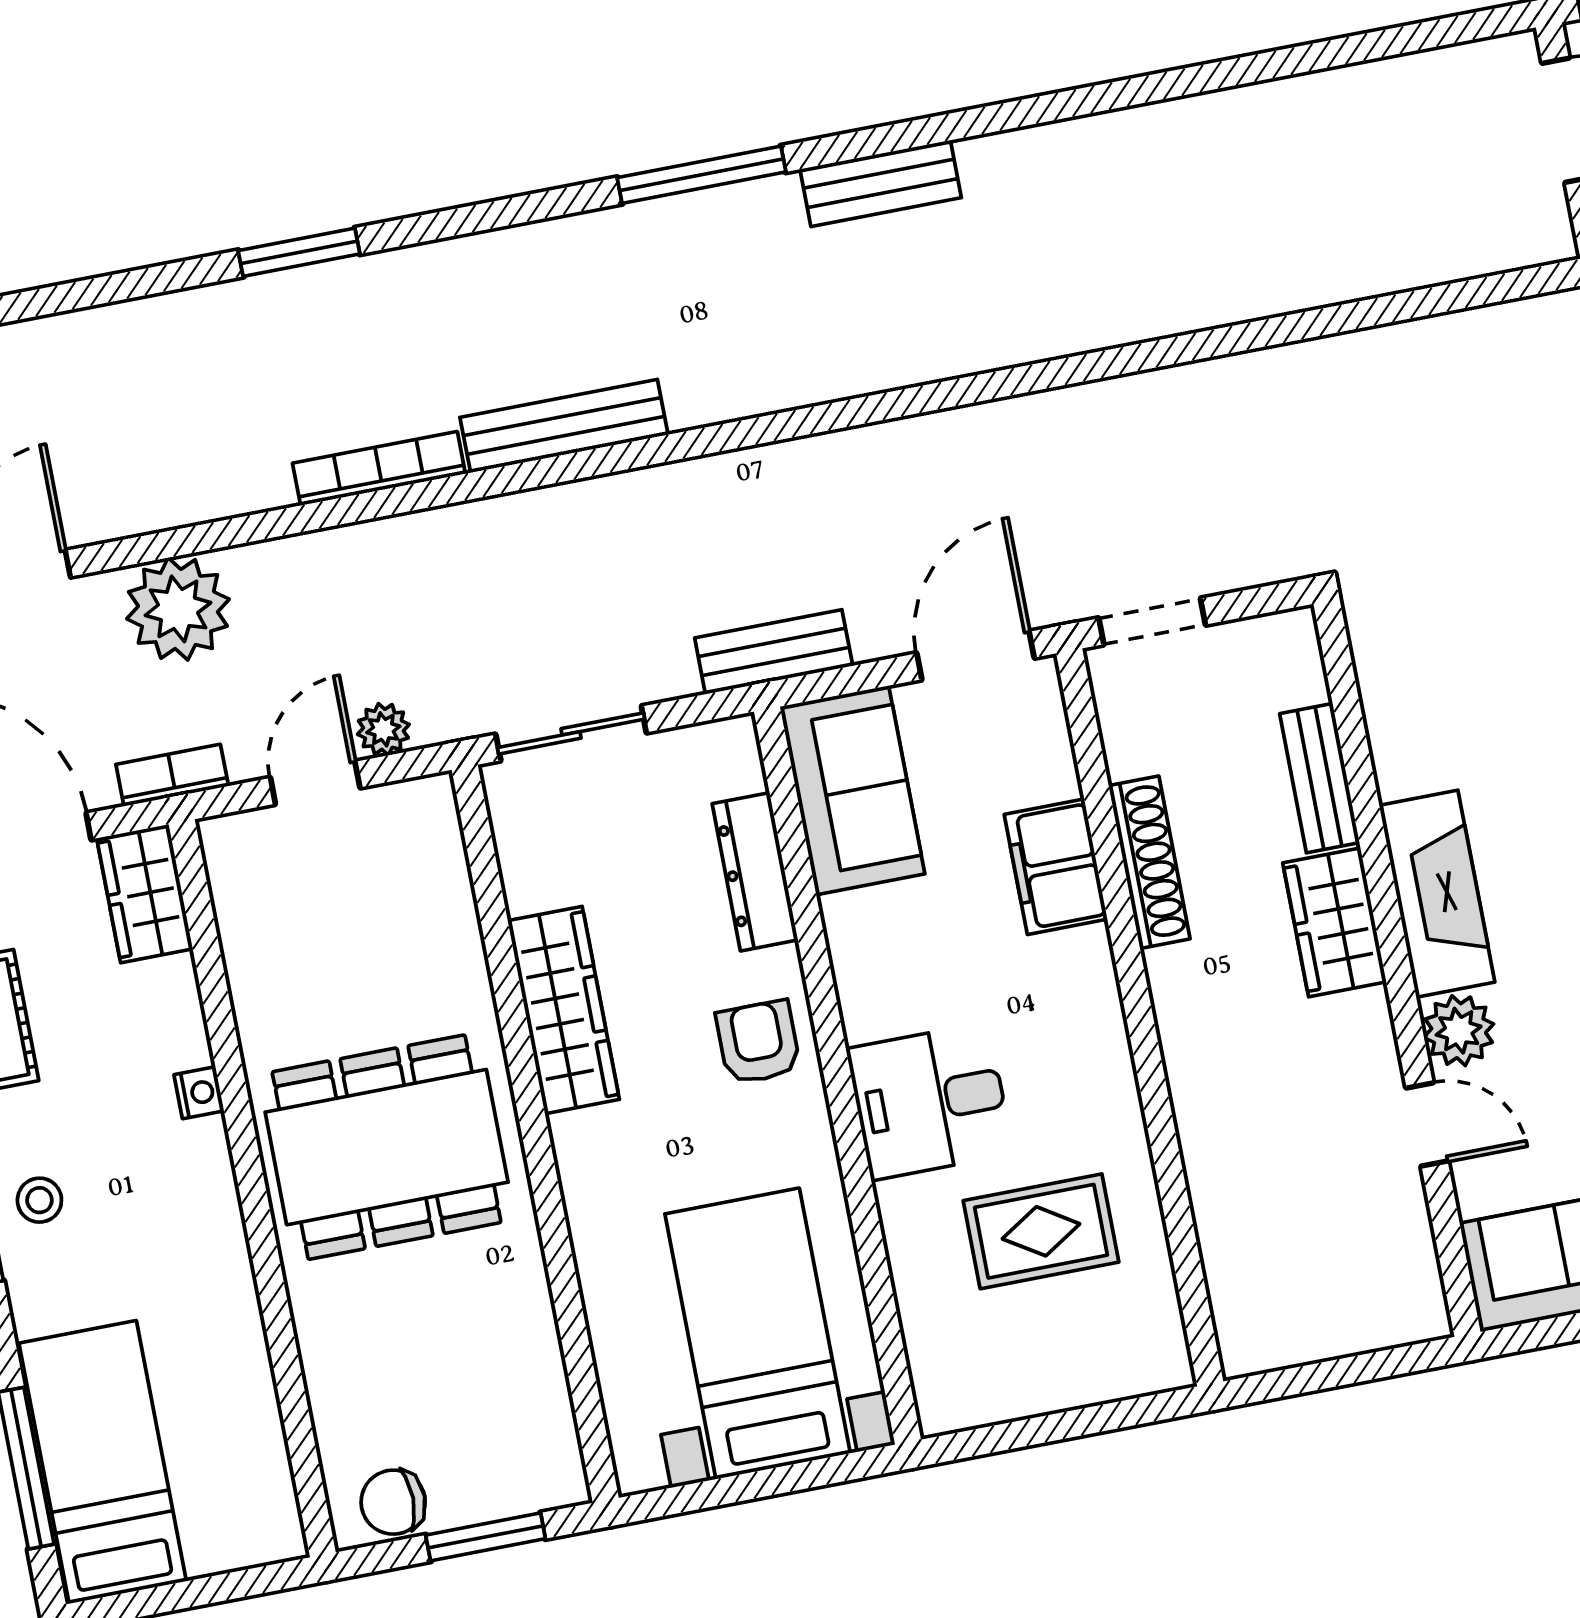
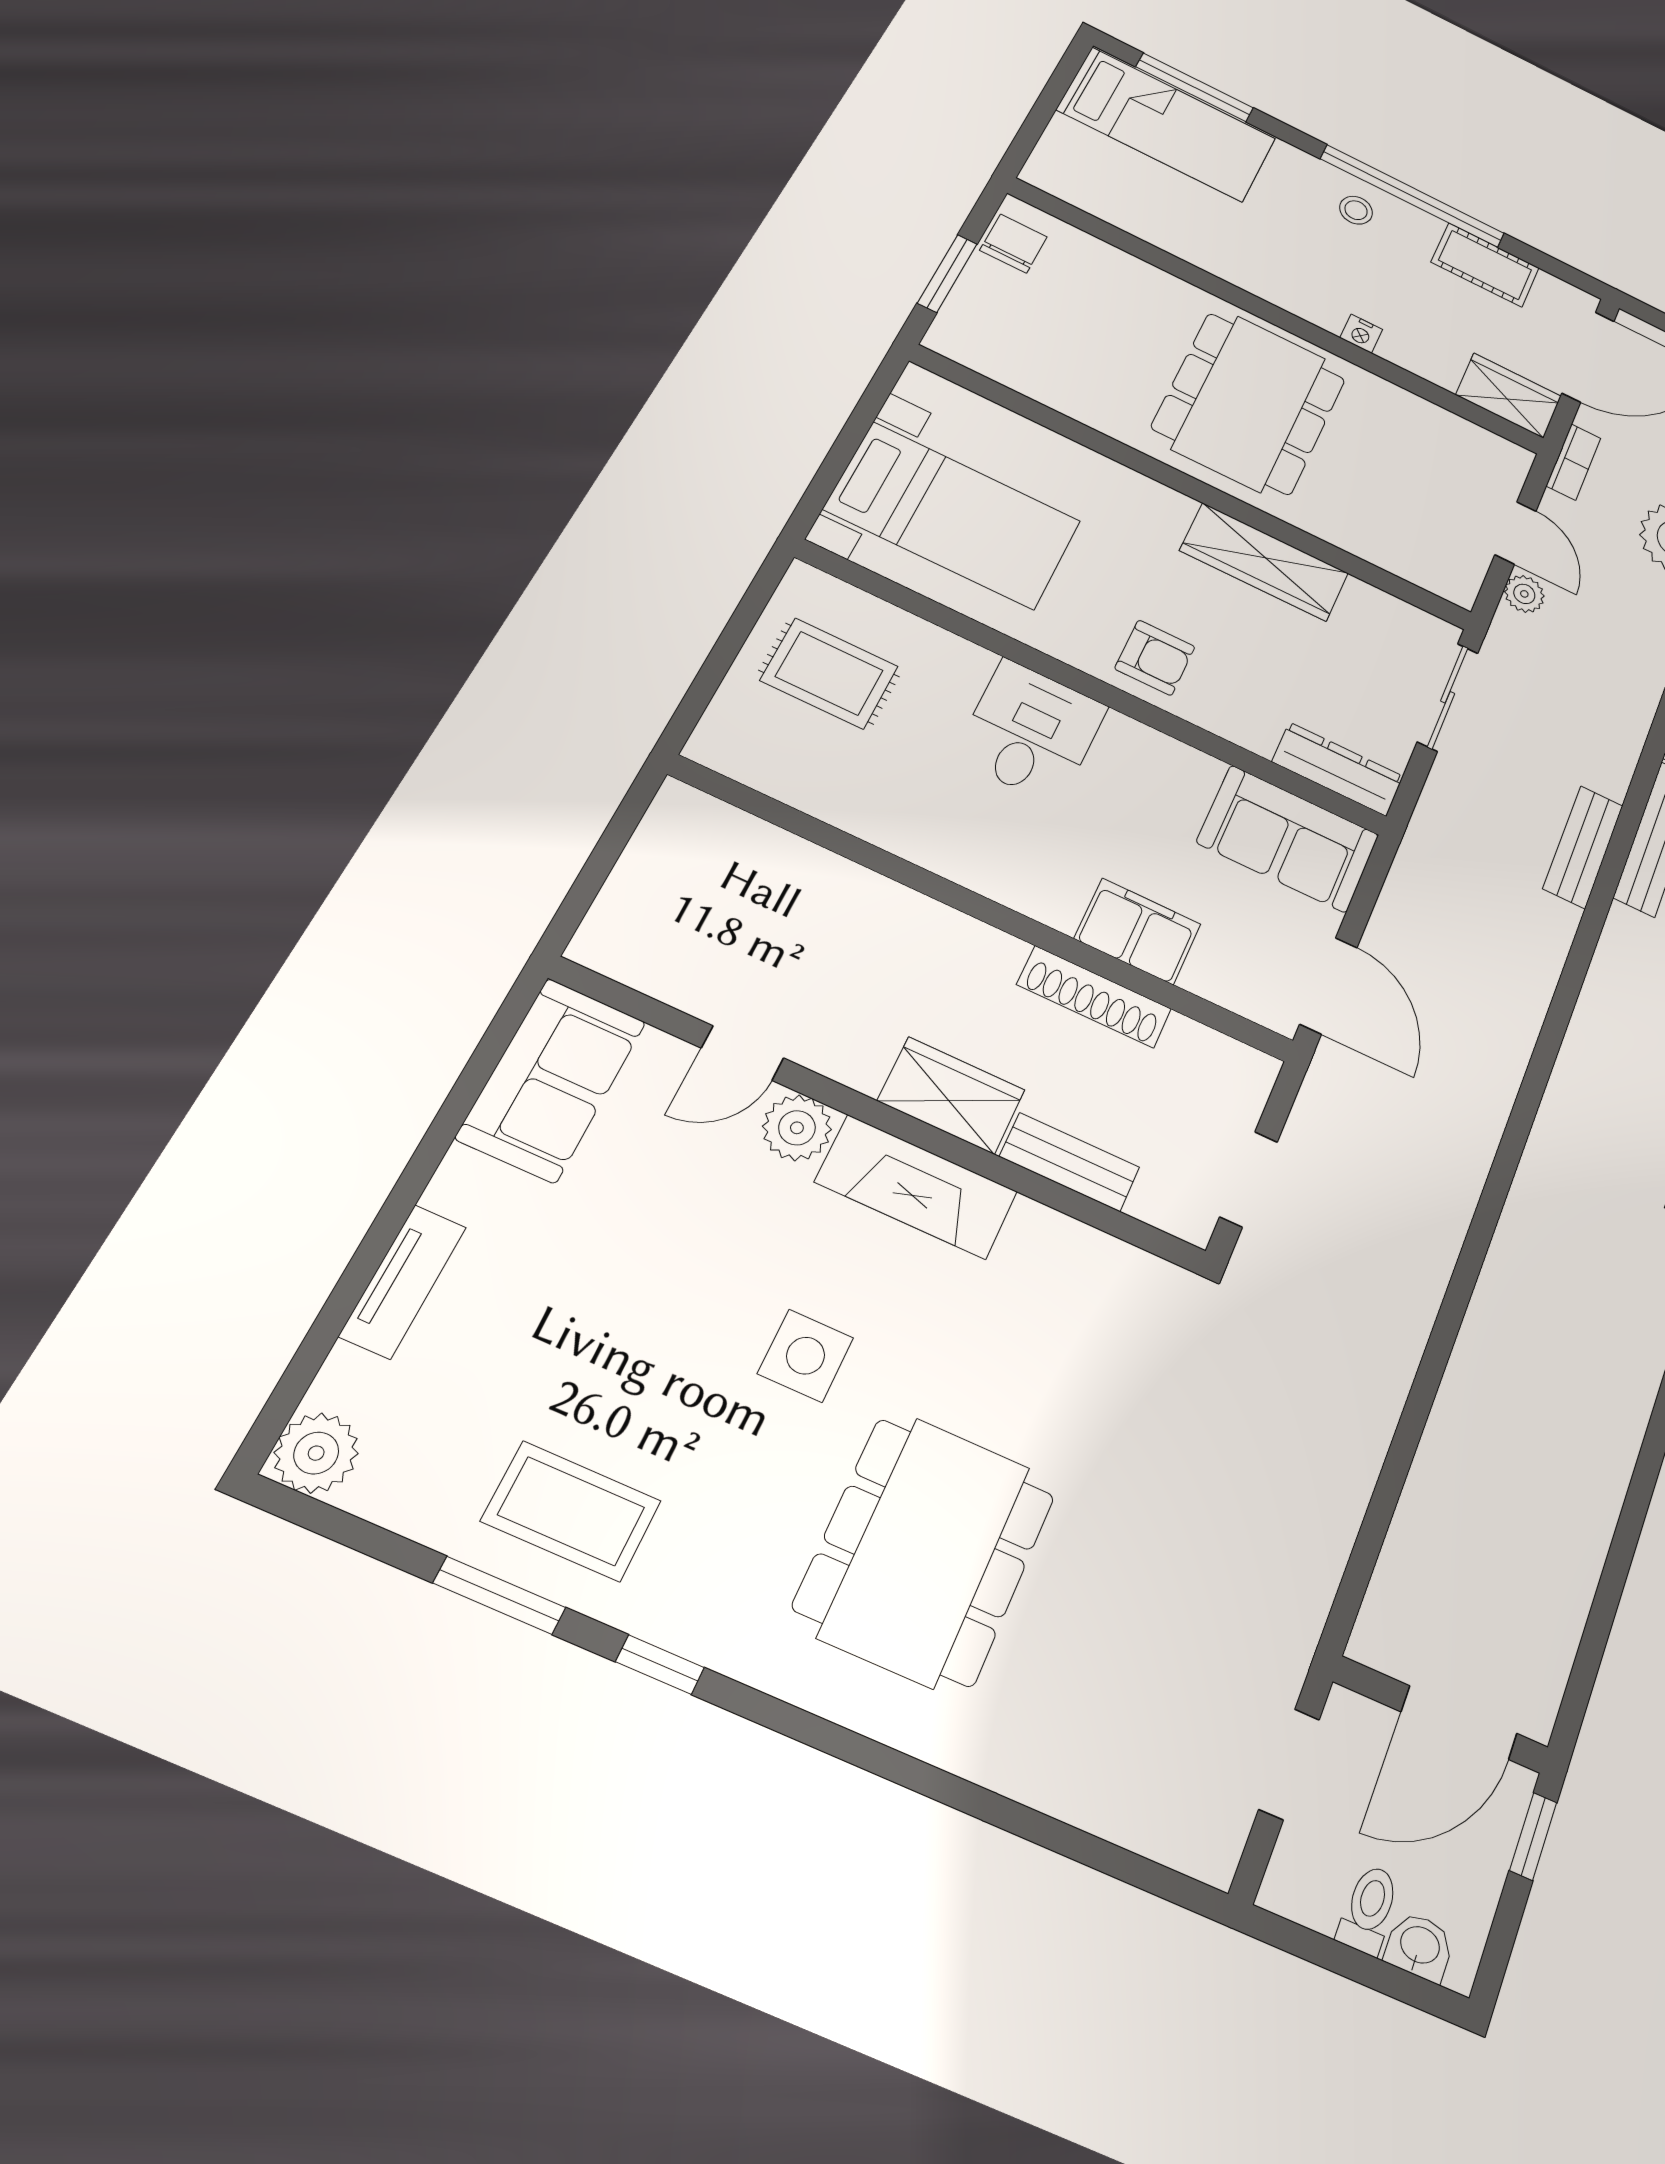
doorway: (1152, 622) -> (1249, 1179), moved
bench: (774, 652) -> (1583, 847), moved
dresser: (755, 872) -> (1338, 769), moved
rug: (1041, 1231) -> (829, 673), moved, turned 90

